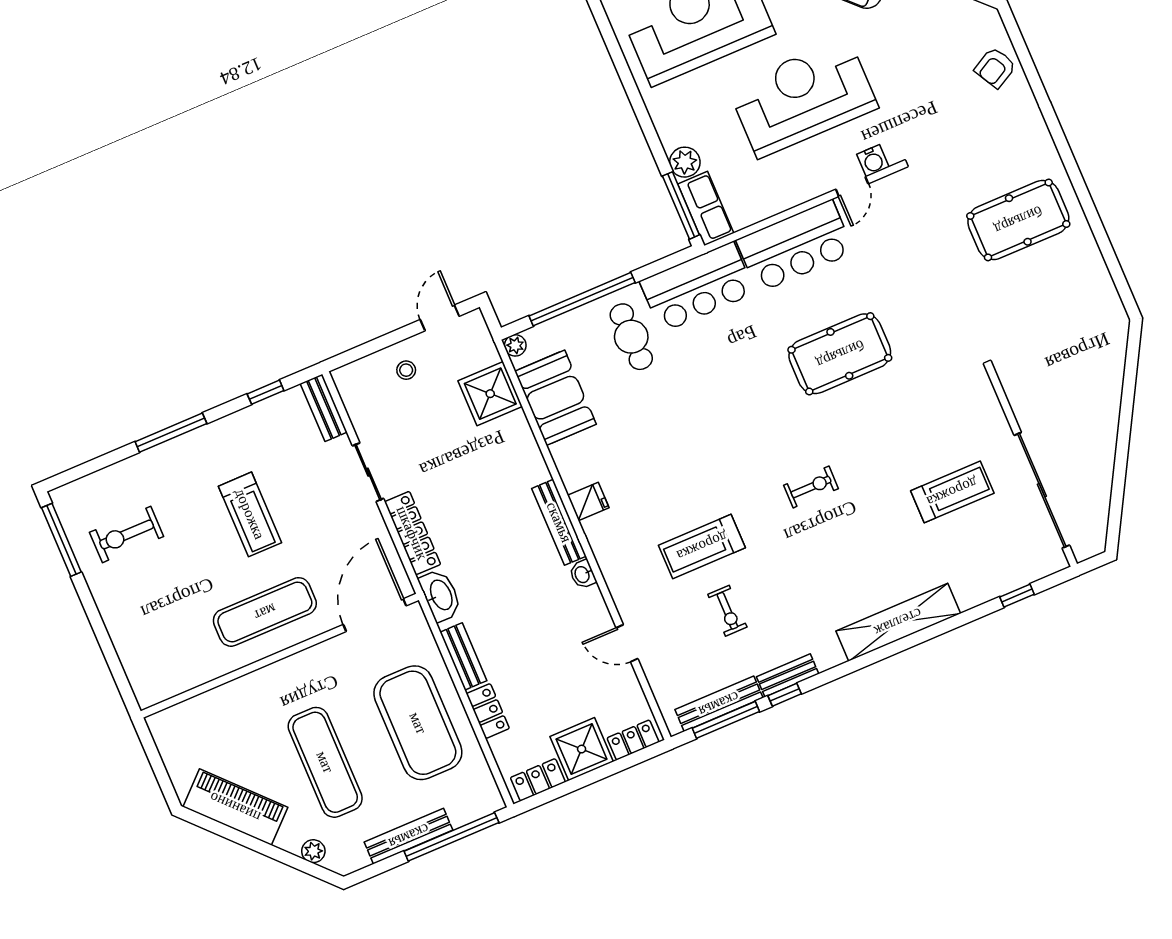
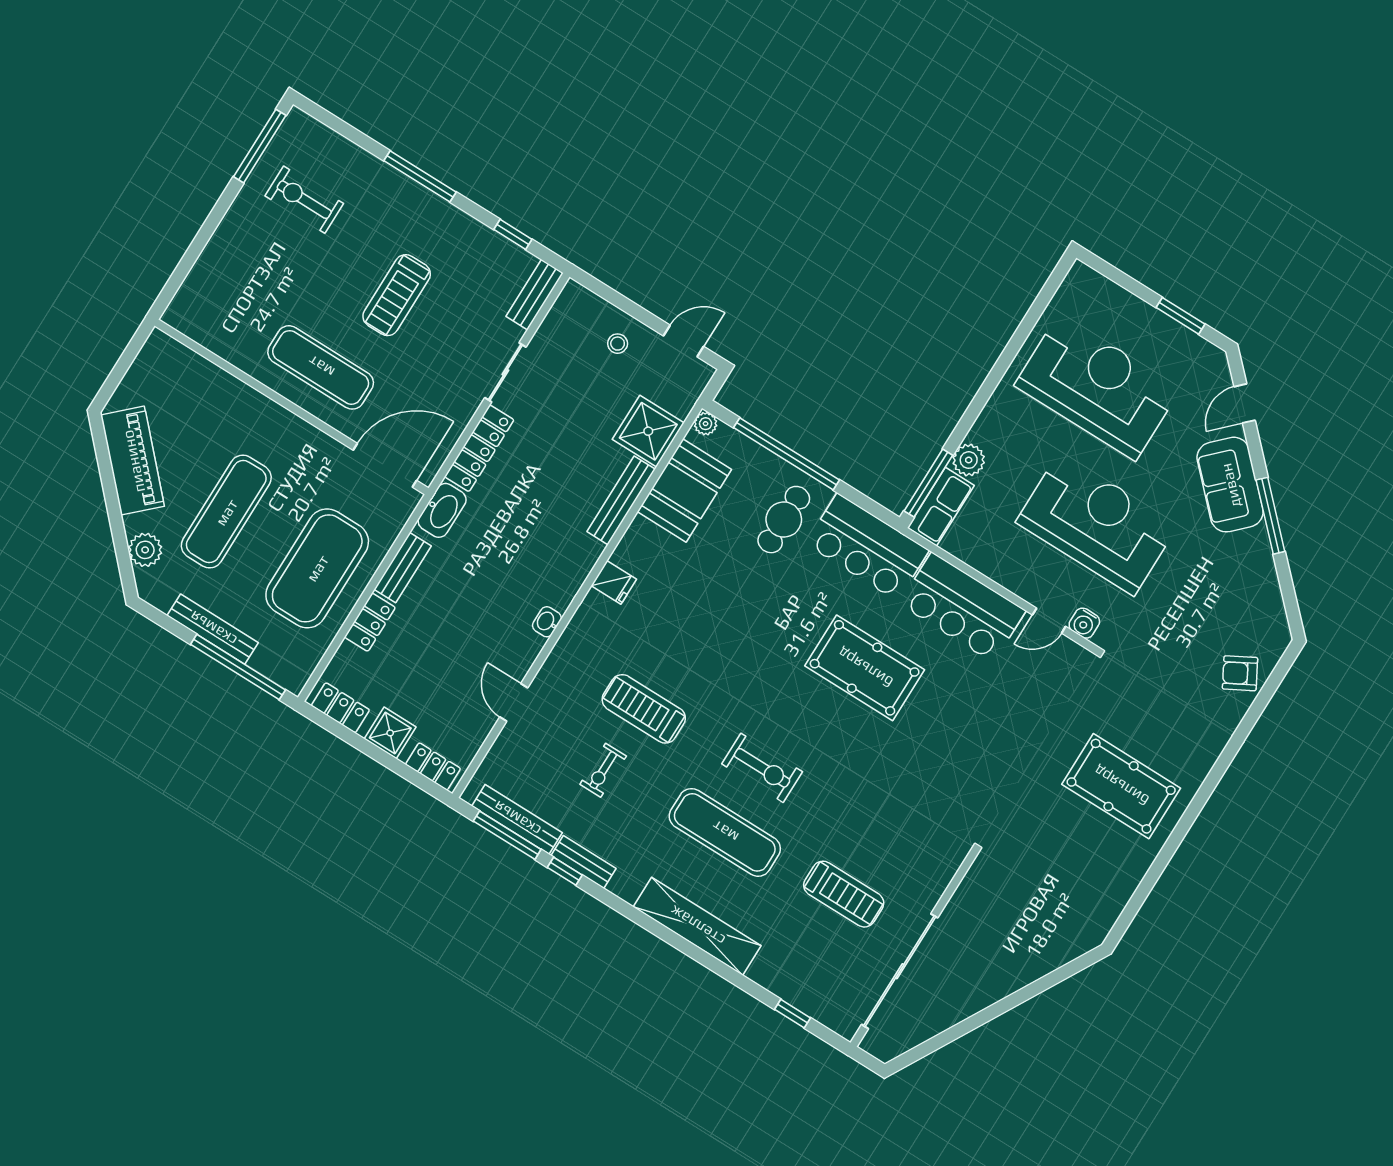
pool table: (840, 354) -> (865, 668), moved
exercise bike: (811, 487) -> (762, 768), width x1.38, depth x1.39
bench: (559, 522) -> (621, 500), moved
exercise mat: (841, 550) -> (725, 832), added
shower: (582, 749) -> (390, 733), width x0.73, depth x0.73
plant: (313, 851) -> (145, 550), width x1.38, depth x1.38

